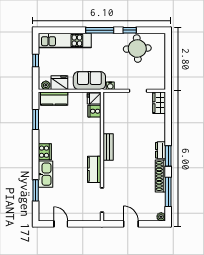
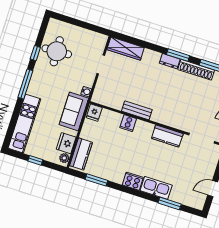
wardrobe: (159, 103) -> (126, 49), width x1.50
cooker: (94, 111) -> (128, 123), moved
bench: (108, 147) -> (137, 110), moved

